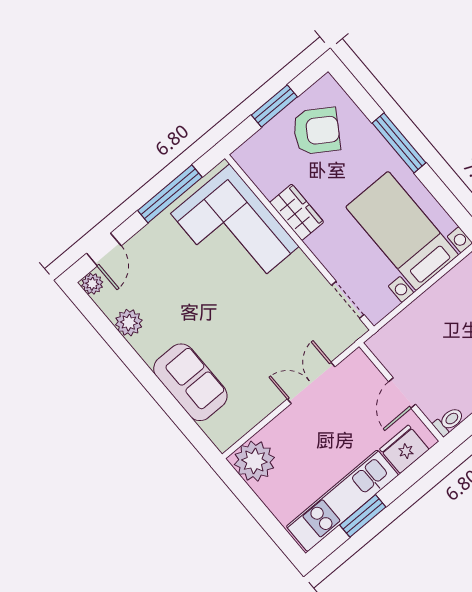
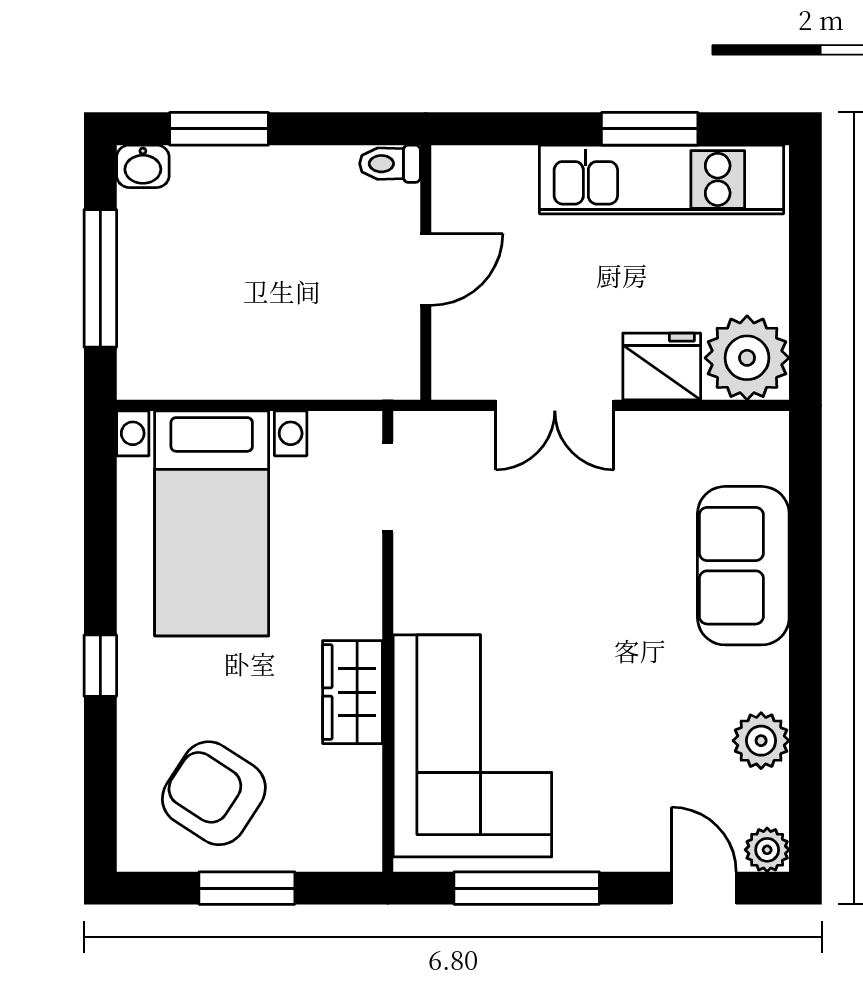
window: (399, 143) -> (100, 666), width x0.46
door: (104, 250) -> (704, 888), hinge flipped
fridge: (404, 449) -> (662, 366), moved, turned 180

